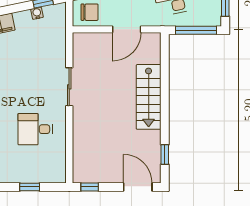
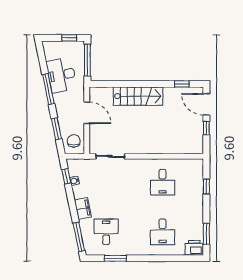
sliding door: (69, 87) -> (110, 156), moved
window: (90, 187) -> (206, 128), moved
door: (138, 187) -> (206, 104), hinge flipped

